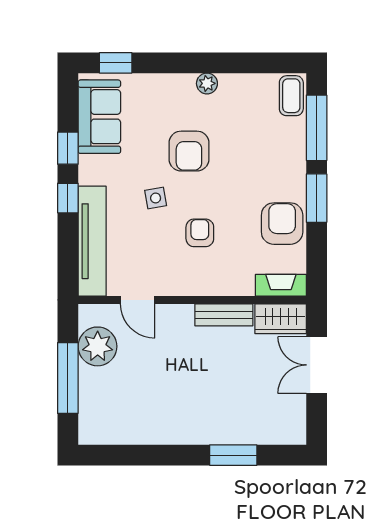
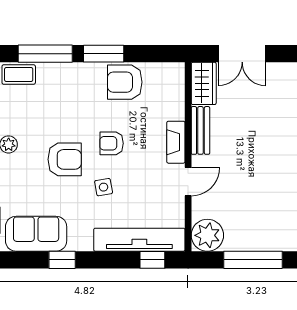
window: (68, 198) -> (152, 260), moved
armchair: (200, 233) -> (112, 143), moved
fireplace: (281, 285) -> (176, 142), moved
door: (138, 300) -> (188, 182), moved
plant: (98, 346) -> (207, 235), moved

